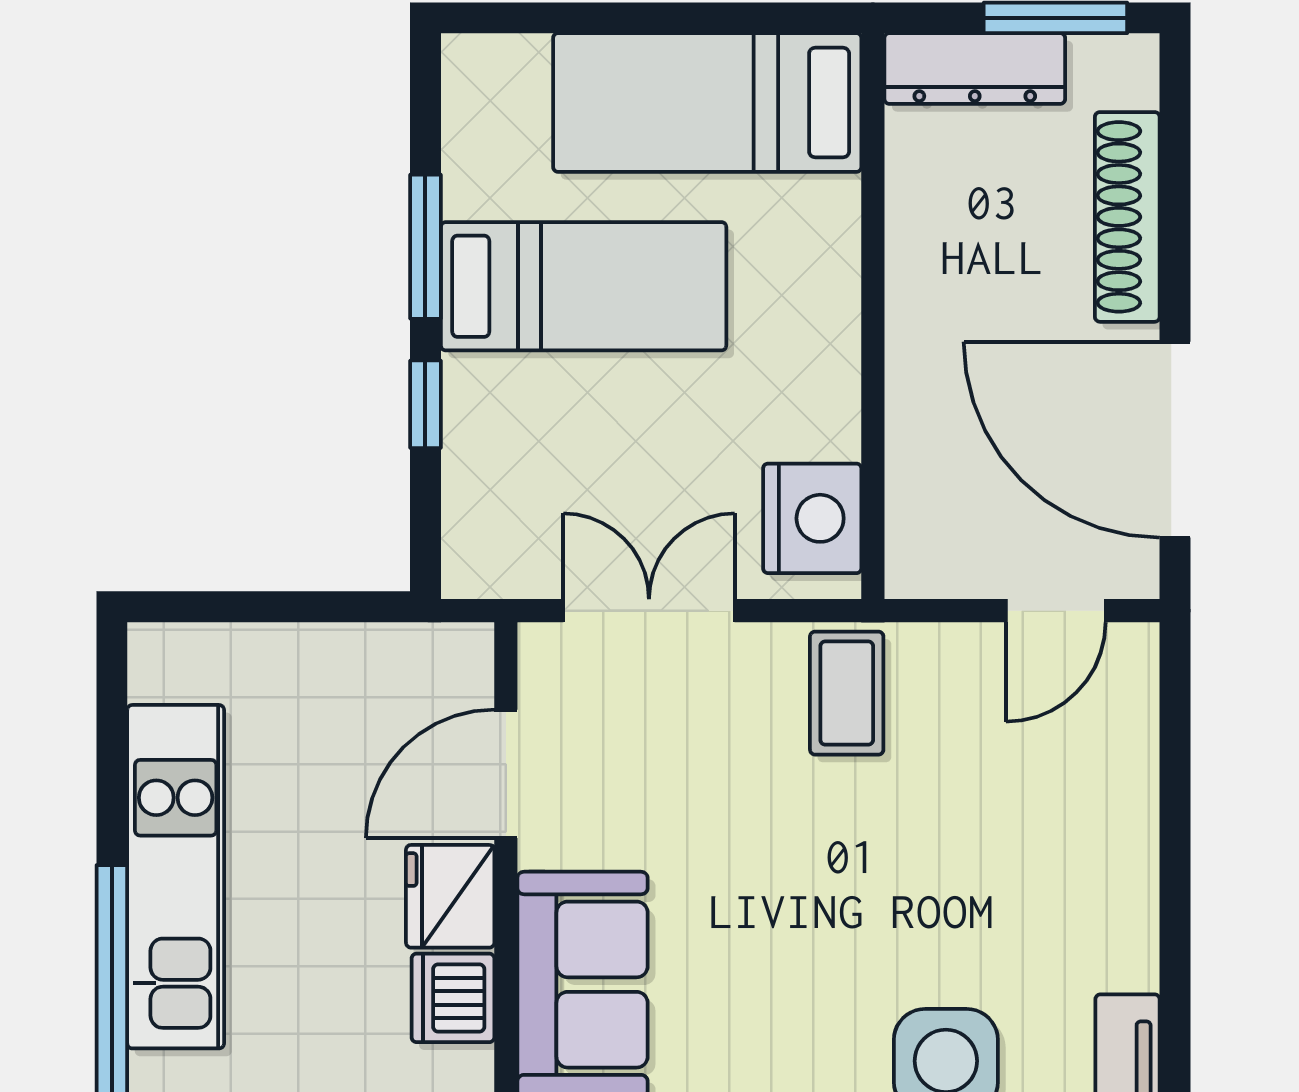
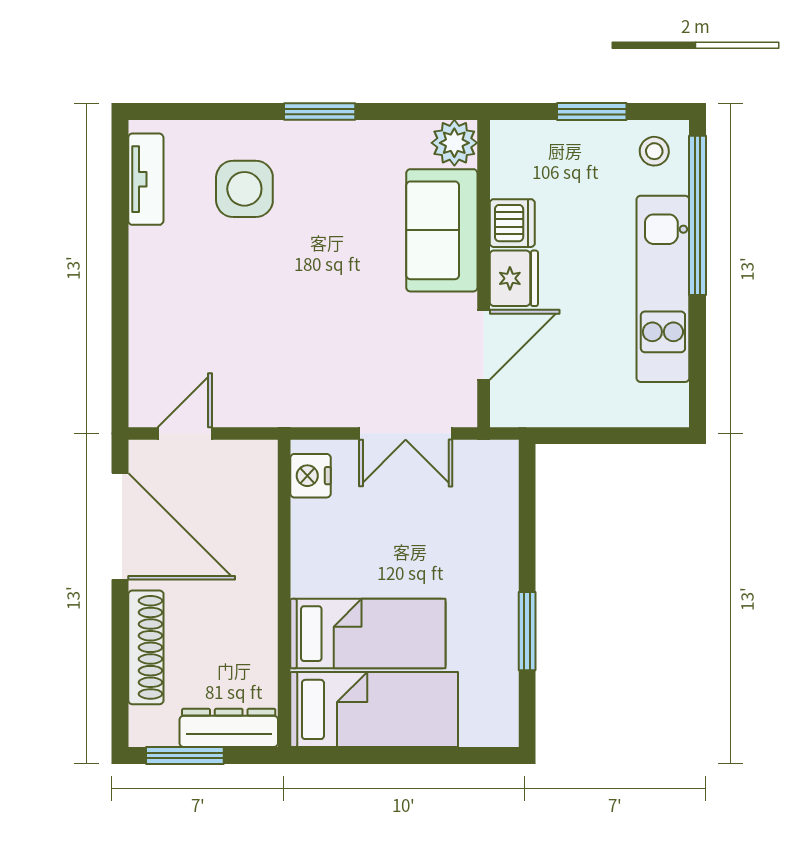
bed: (584, 286) -> (368, 634), moved, turned 180
window: (425, 404) -> (527, 546), removed
nightstand: (812, 518) -> (310, 476), width x0.74, depth x0.75
coffee table: (847, 693) -> (298, 389), removed

